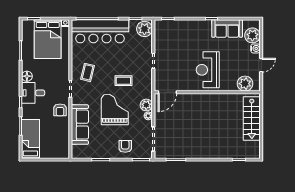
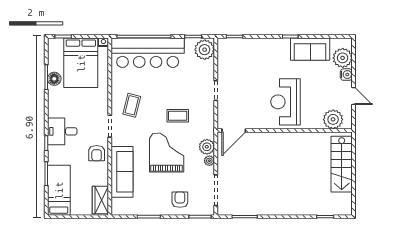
door: (261, 65) -> (354, 96), hinge flipped
floor lamp: (27, 76) -> (54, 79), moved
wardrobe: (63, 147) -> (100, 200), added

